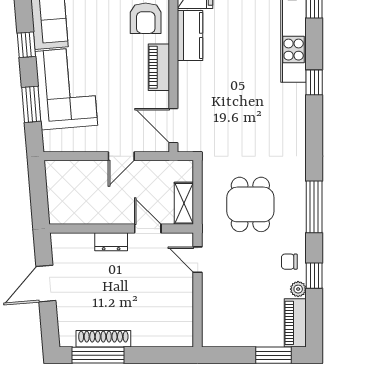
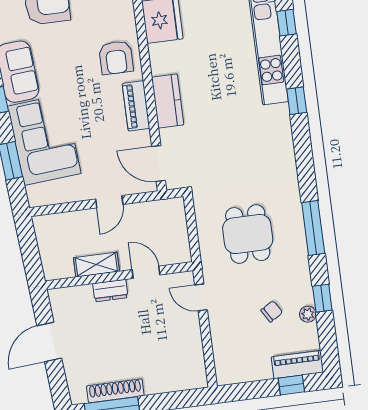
kitchen counter: (190, 35) -> (168, 101), moved
shelving: (184, 203) -> (96, 265), moved, turned 90
chair: (289, 262) -> (272, 311), moved, turned 149
piano: (295, 323) -> (297, 365), moved, turned 90
window: (274, 355) -> (291, 385), width x0.67

